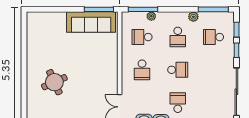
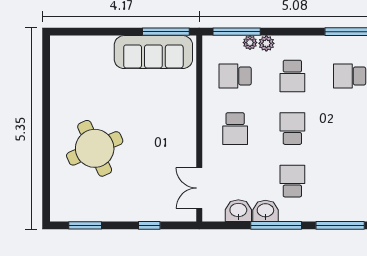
plant: (193, 17) -> (266, 43), moved
school desk: (178, 70) -> (292, 129), turned -90
round table: (54, 82) -> (95, 148), width x1.36, depth x1.36

